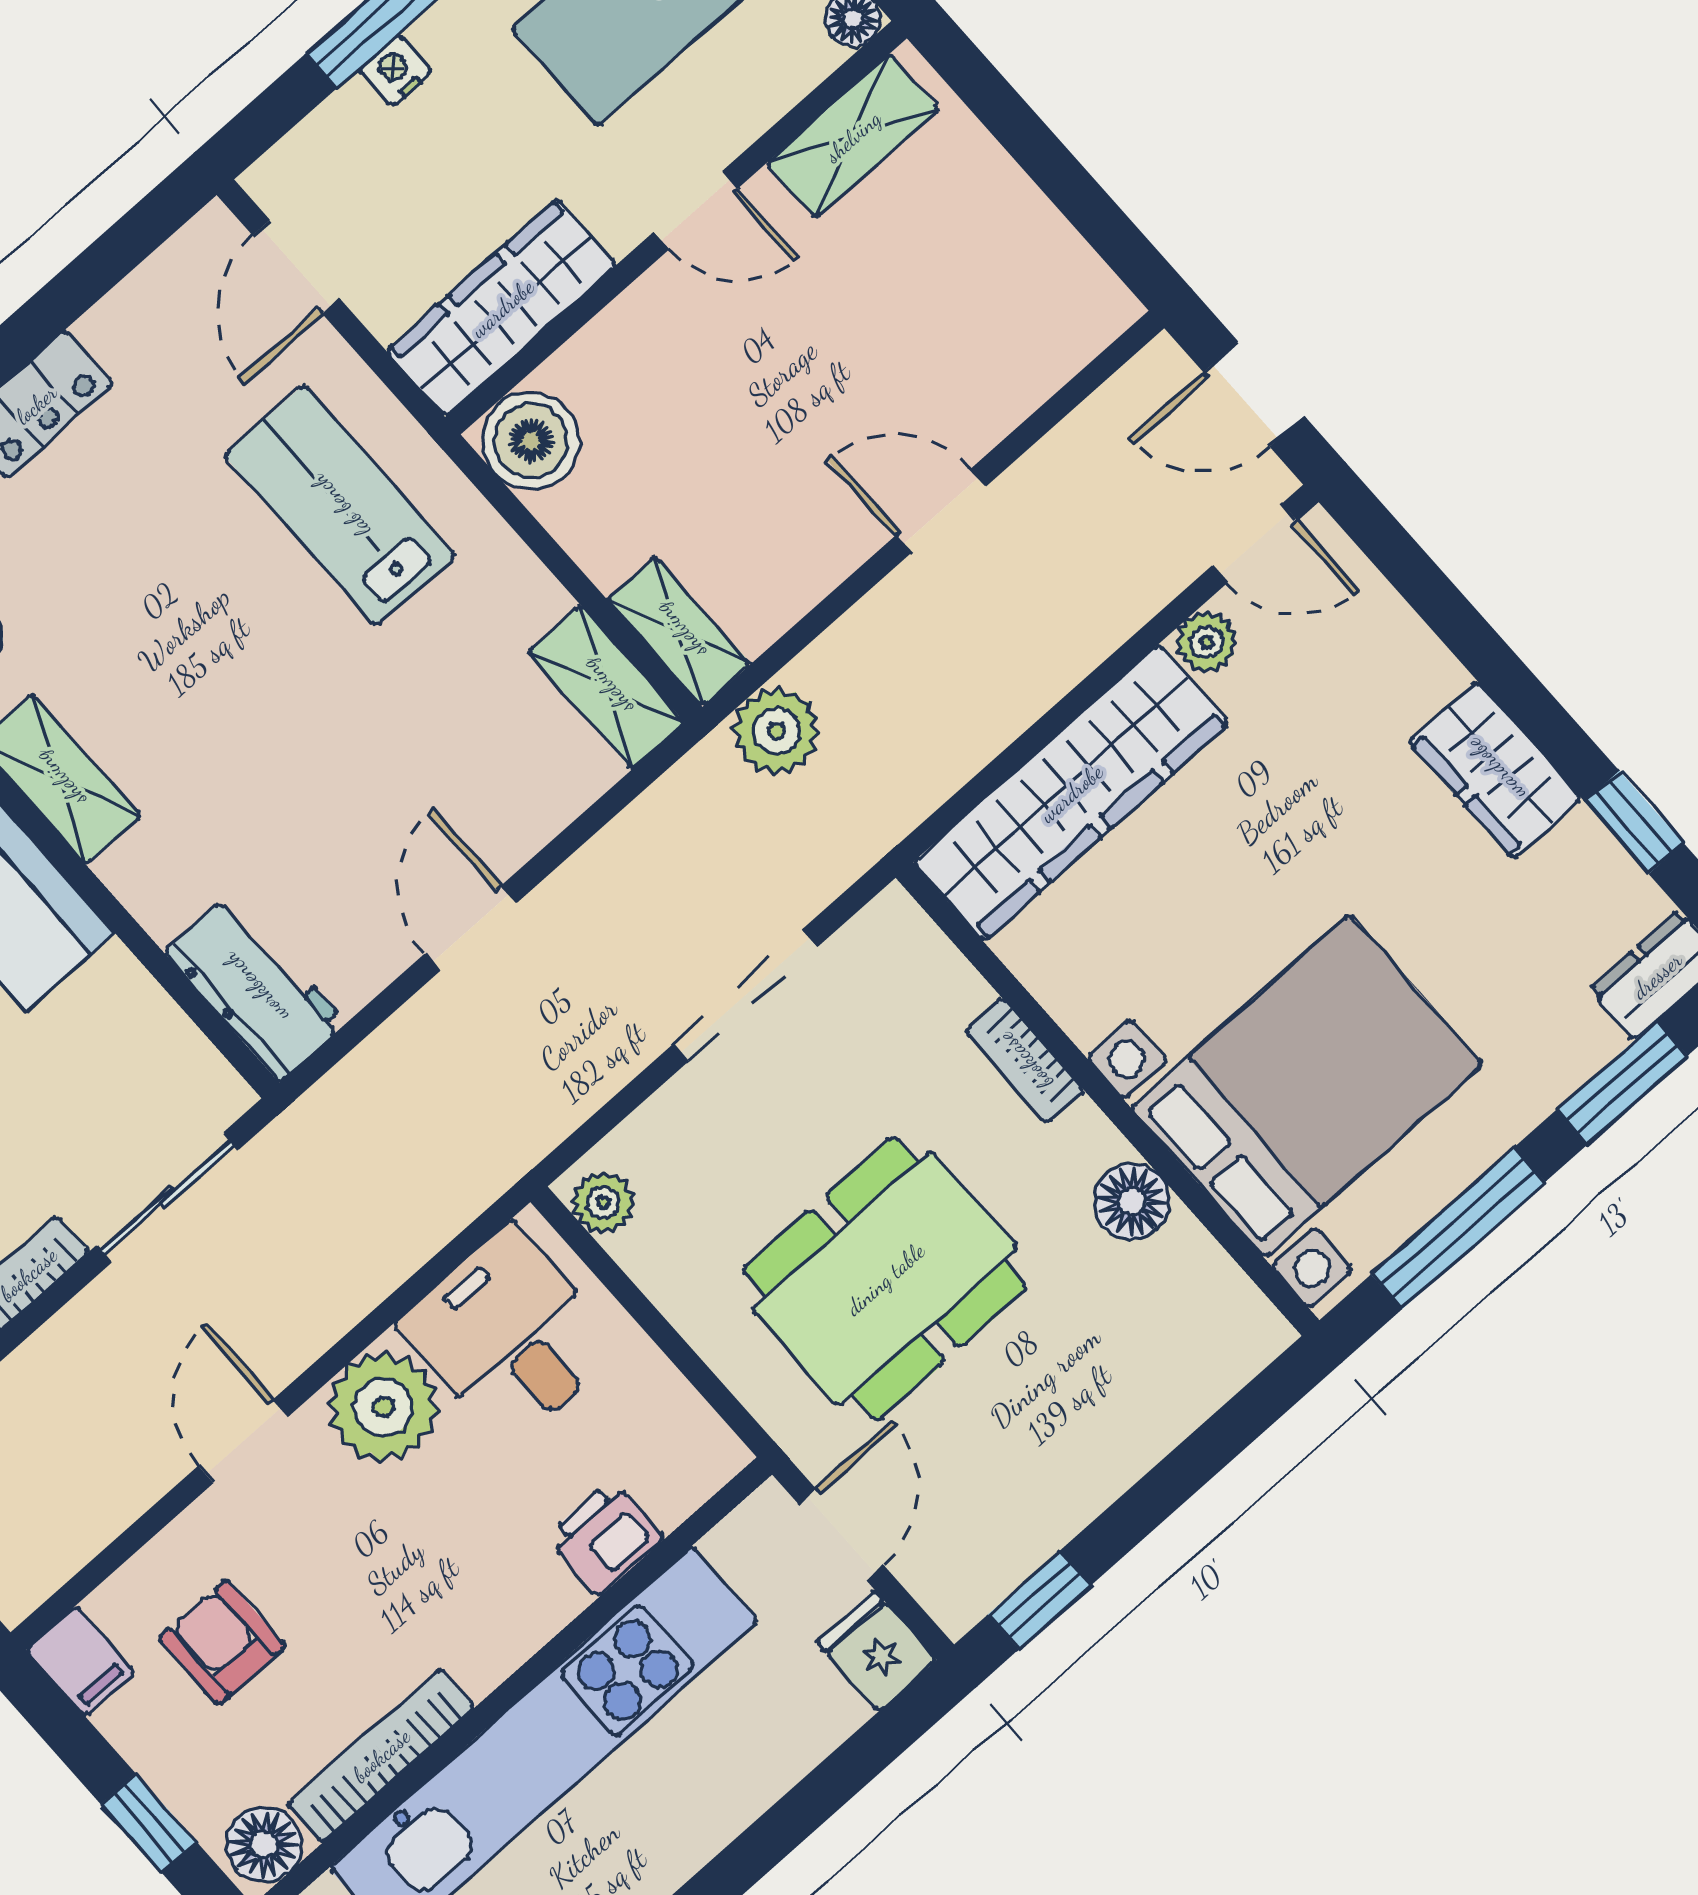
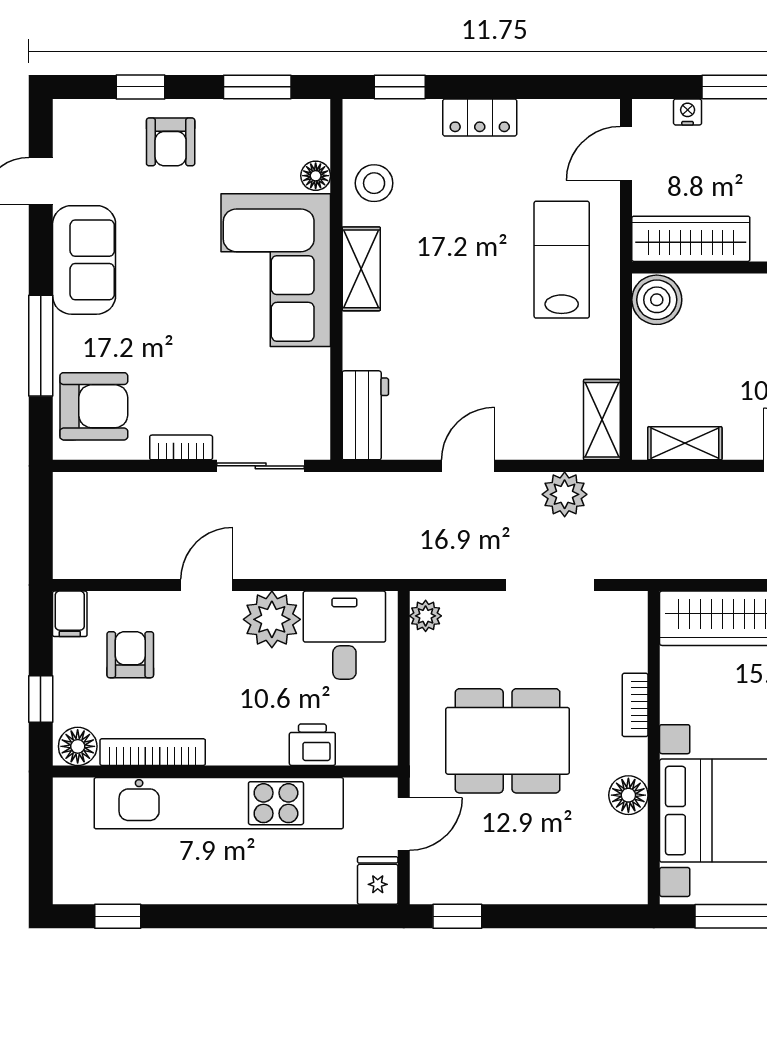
nightstand: (395, 70) -> (688, 112), moved
shelving: (679, 631) -> (685, 443), moved, turned 90
plant: (776, 731) -> (565, 494), moved

